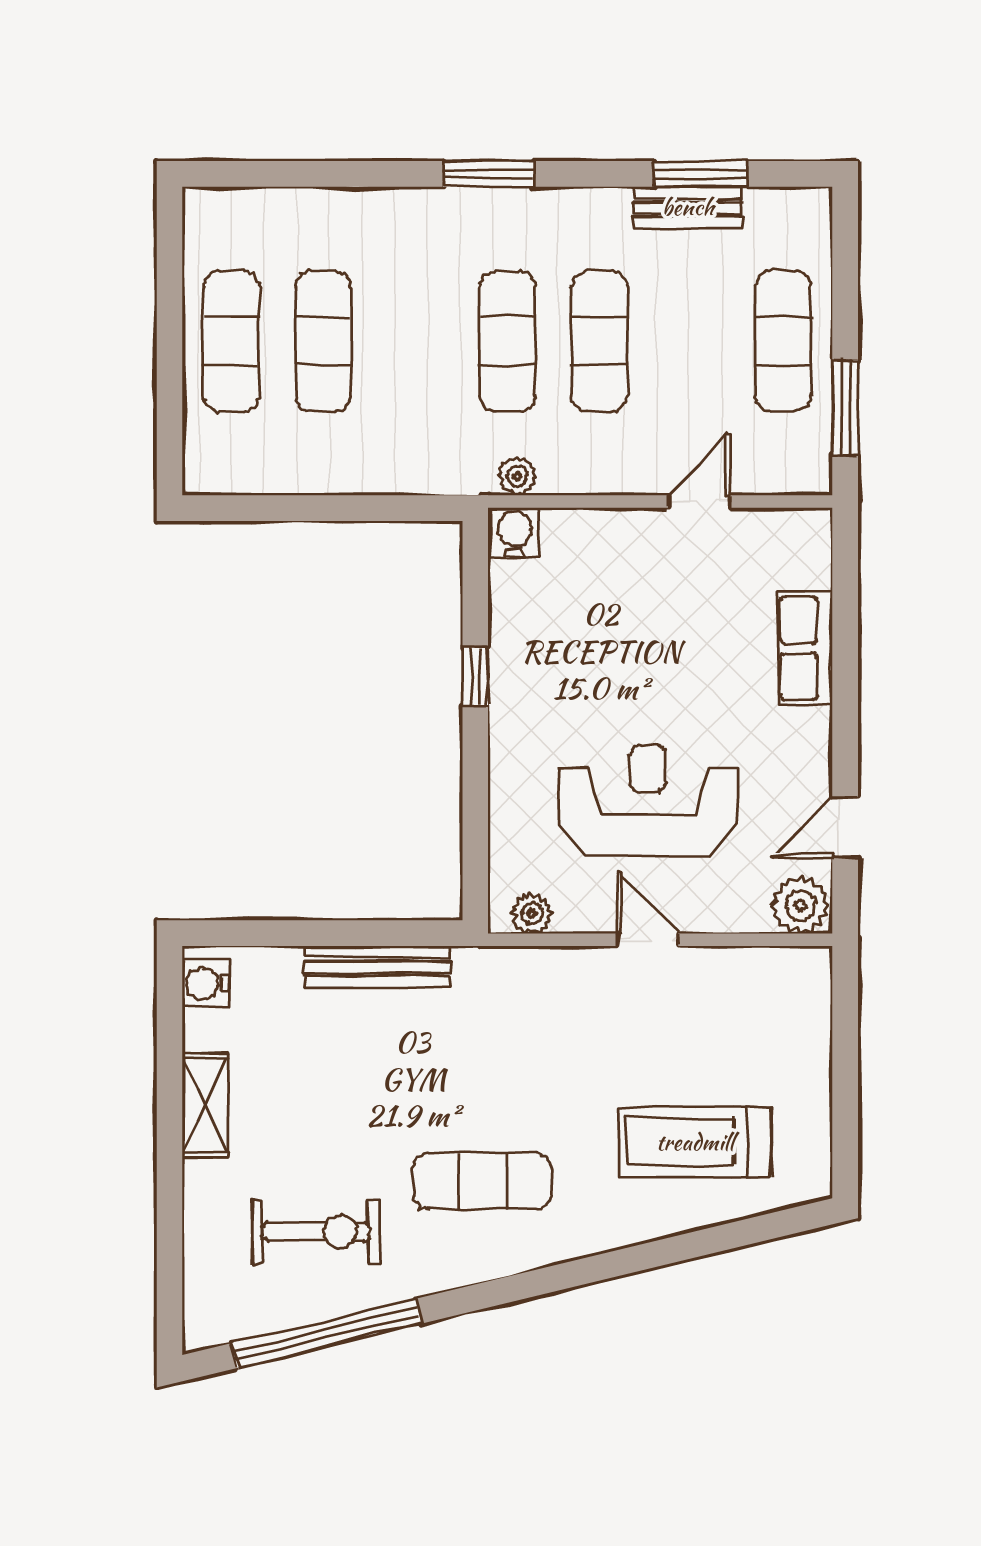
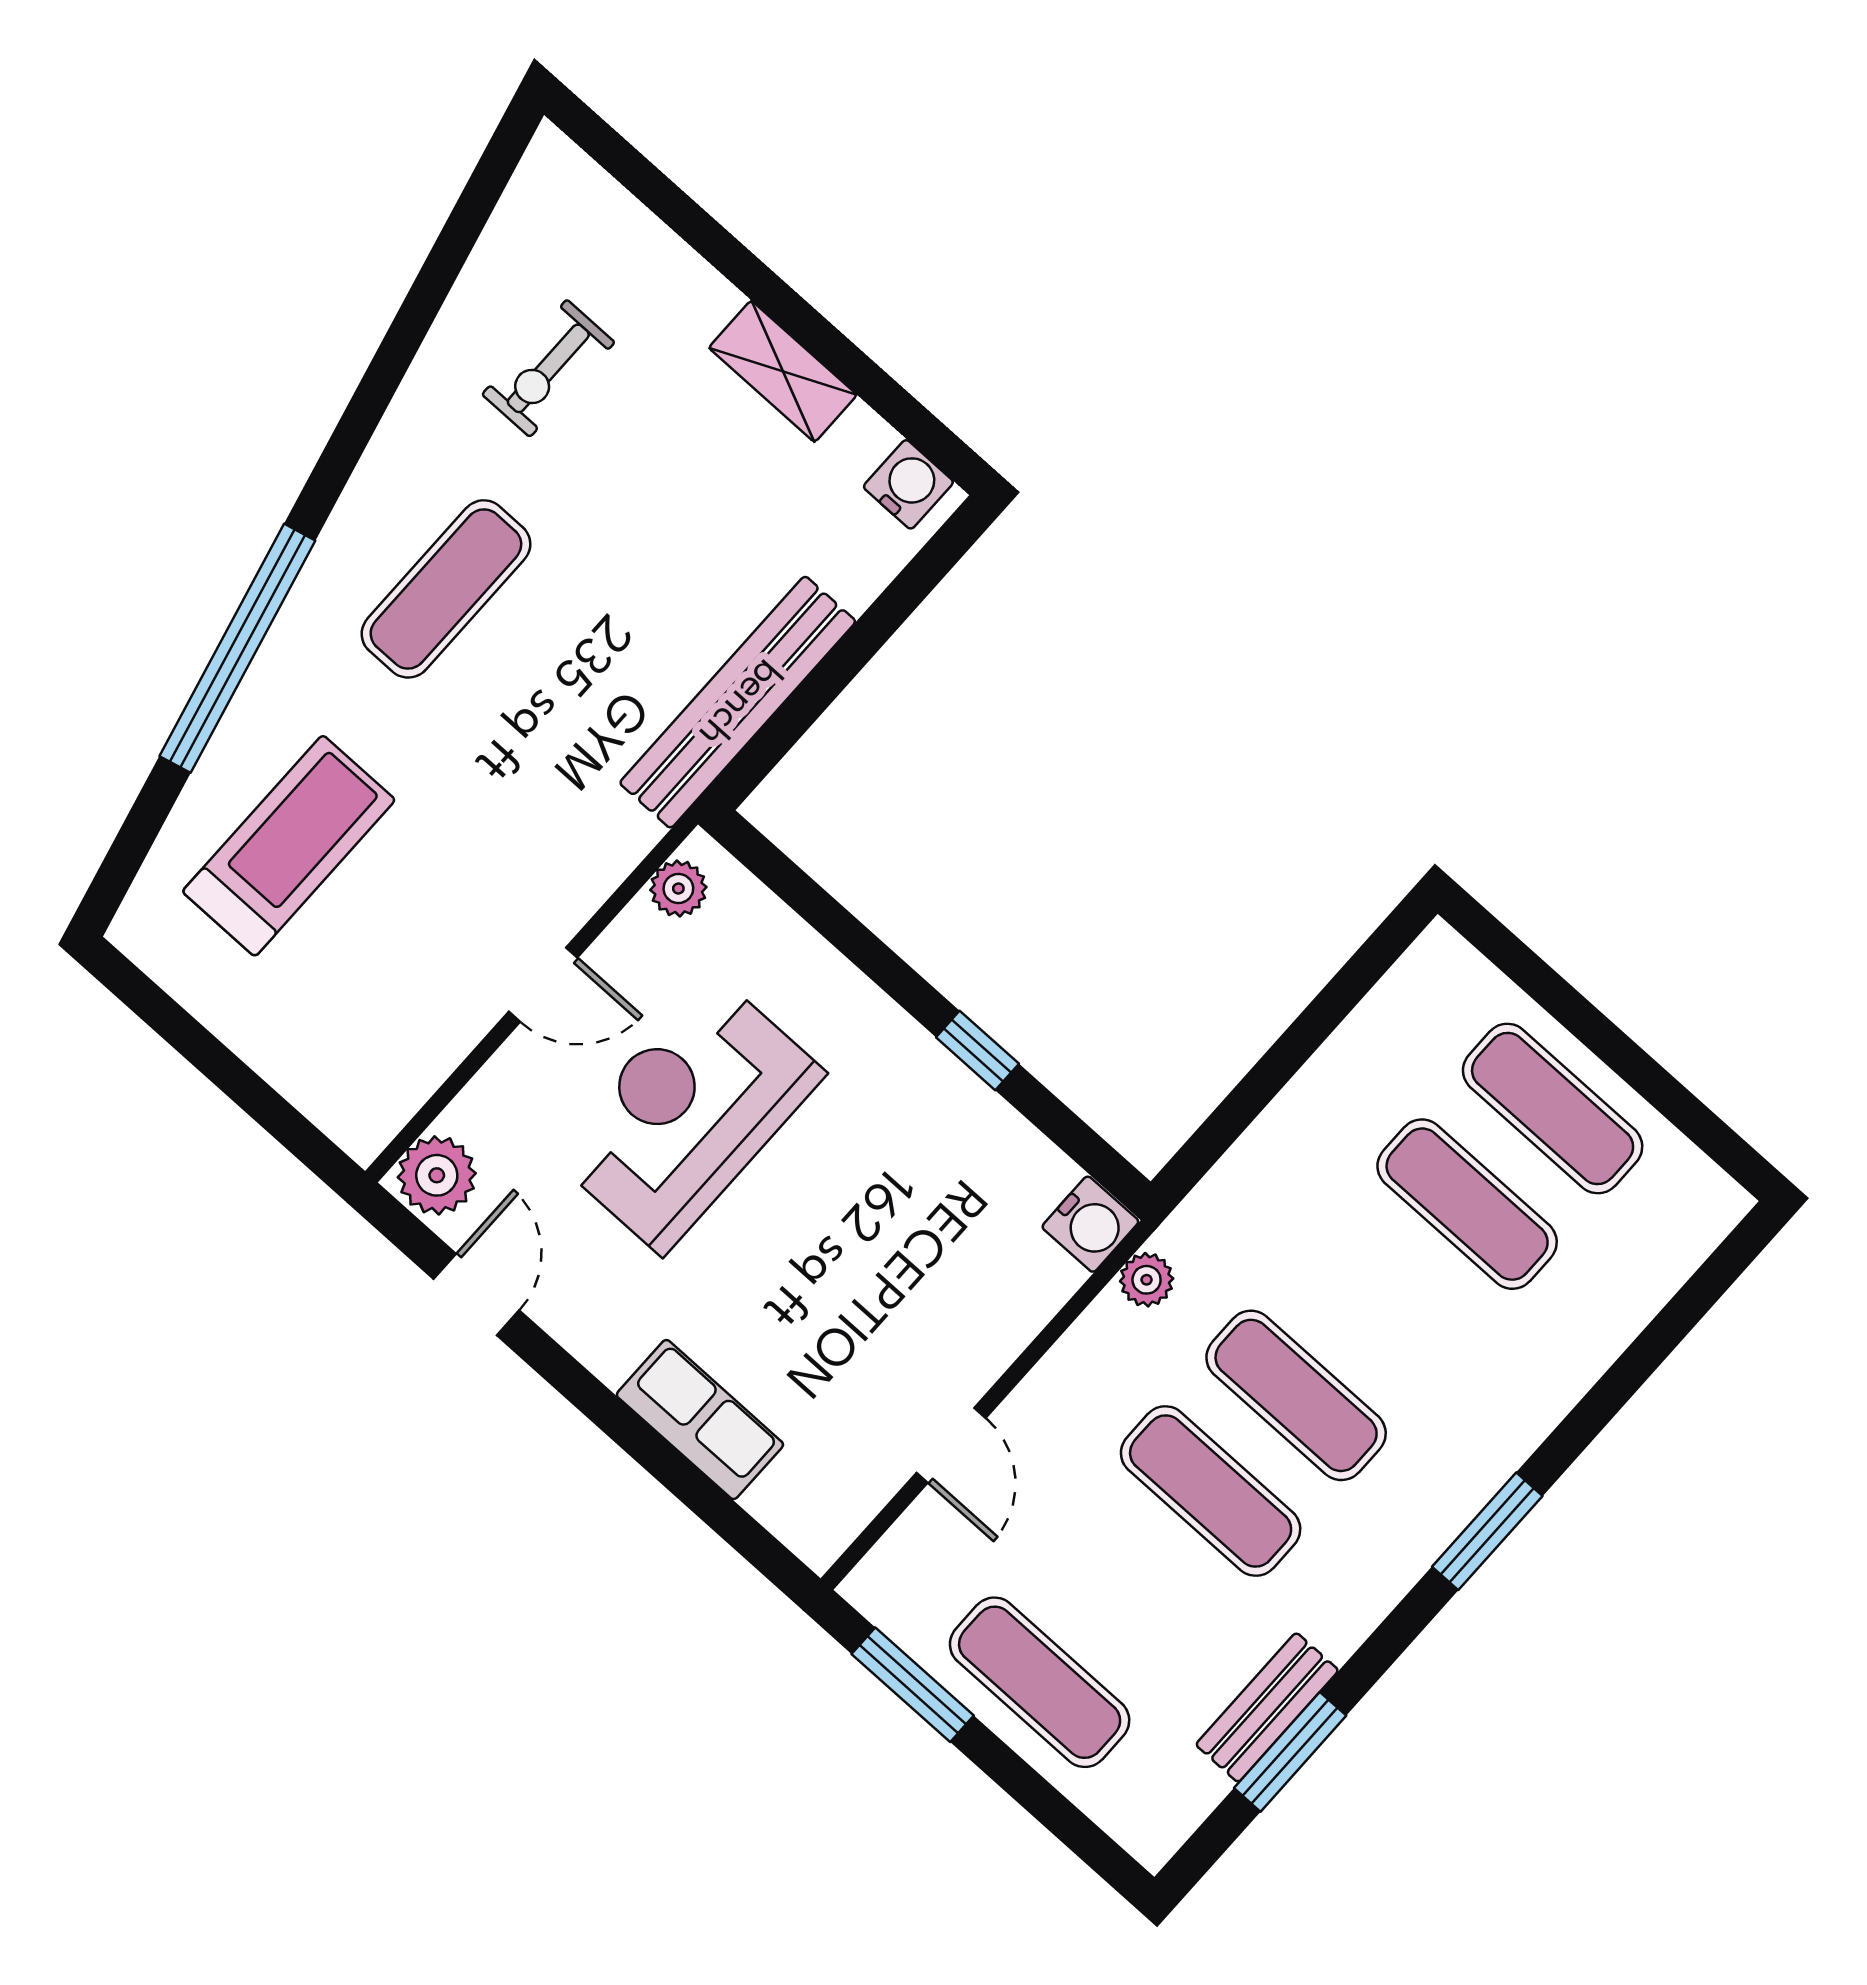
reception desk: (648, 801) -> (687, 1114), turned 180
bench: (377, 966) -> (738, 702), width x1.37, depth x1.21
exercise bike: (316, 1232) -> (548, 368), width x0.73, depth x0.72
window: (327, 1333) -> (237, 648), moved

